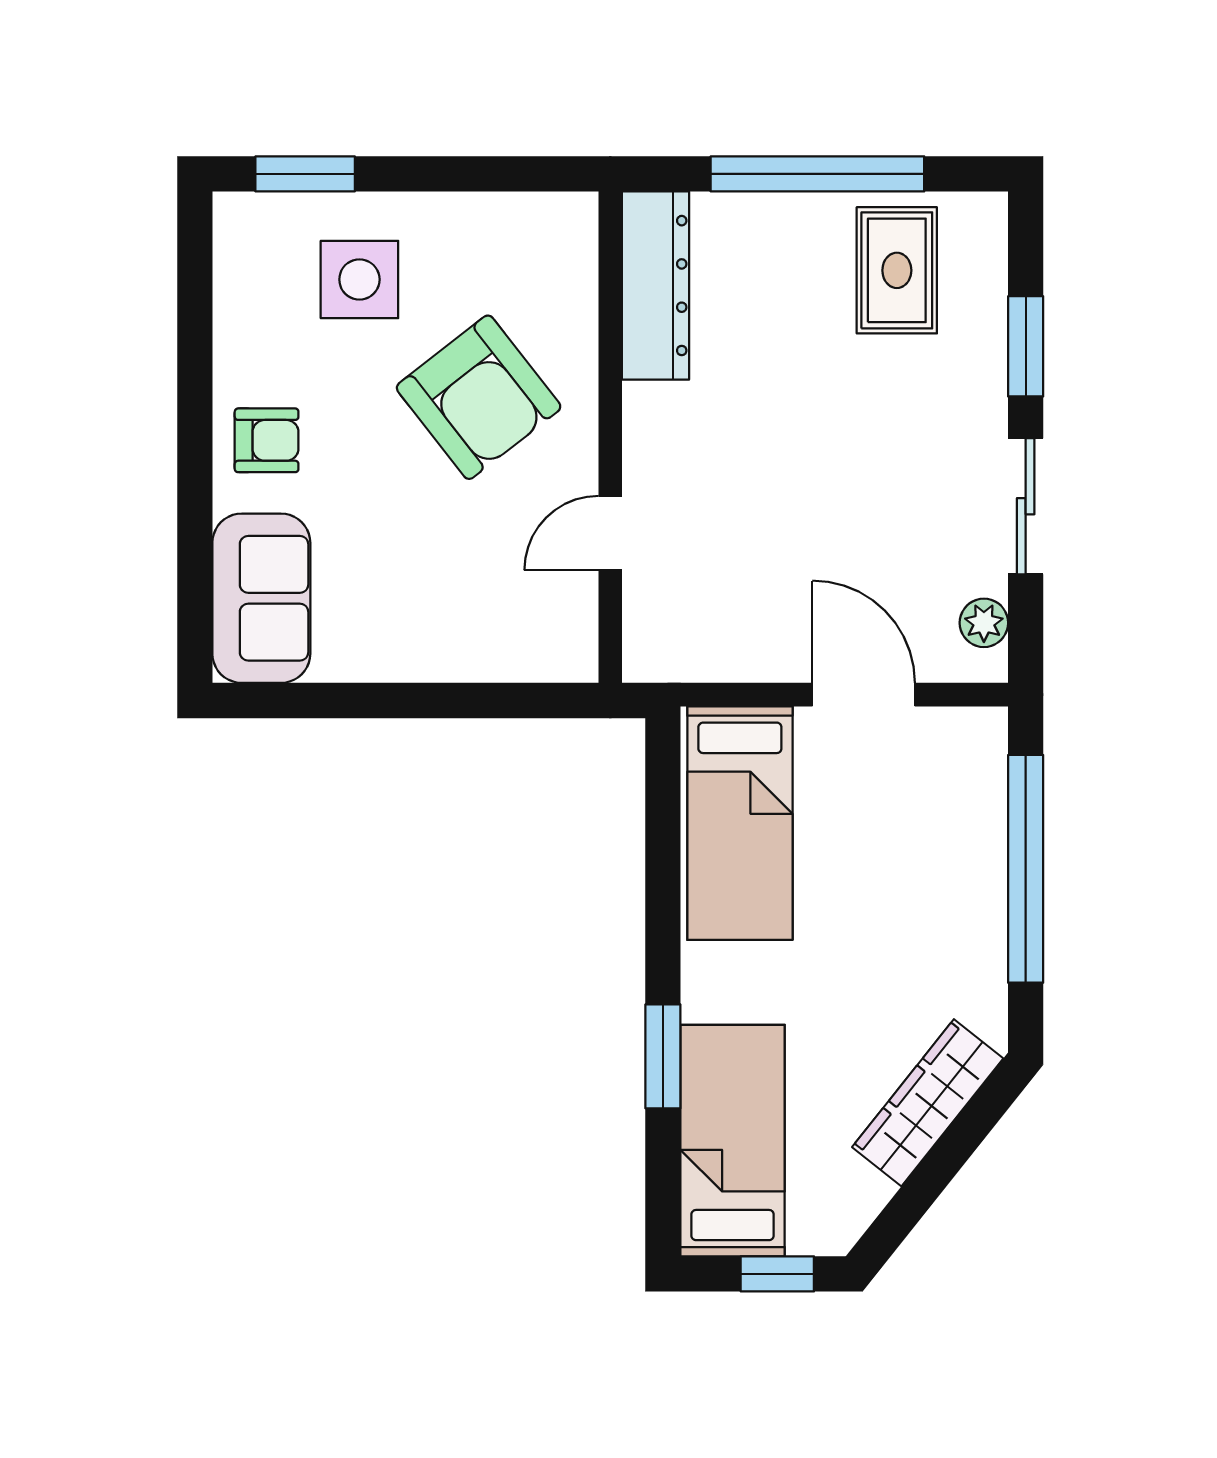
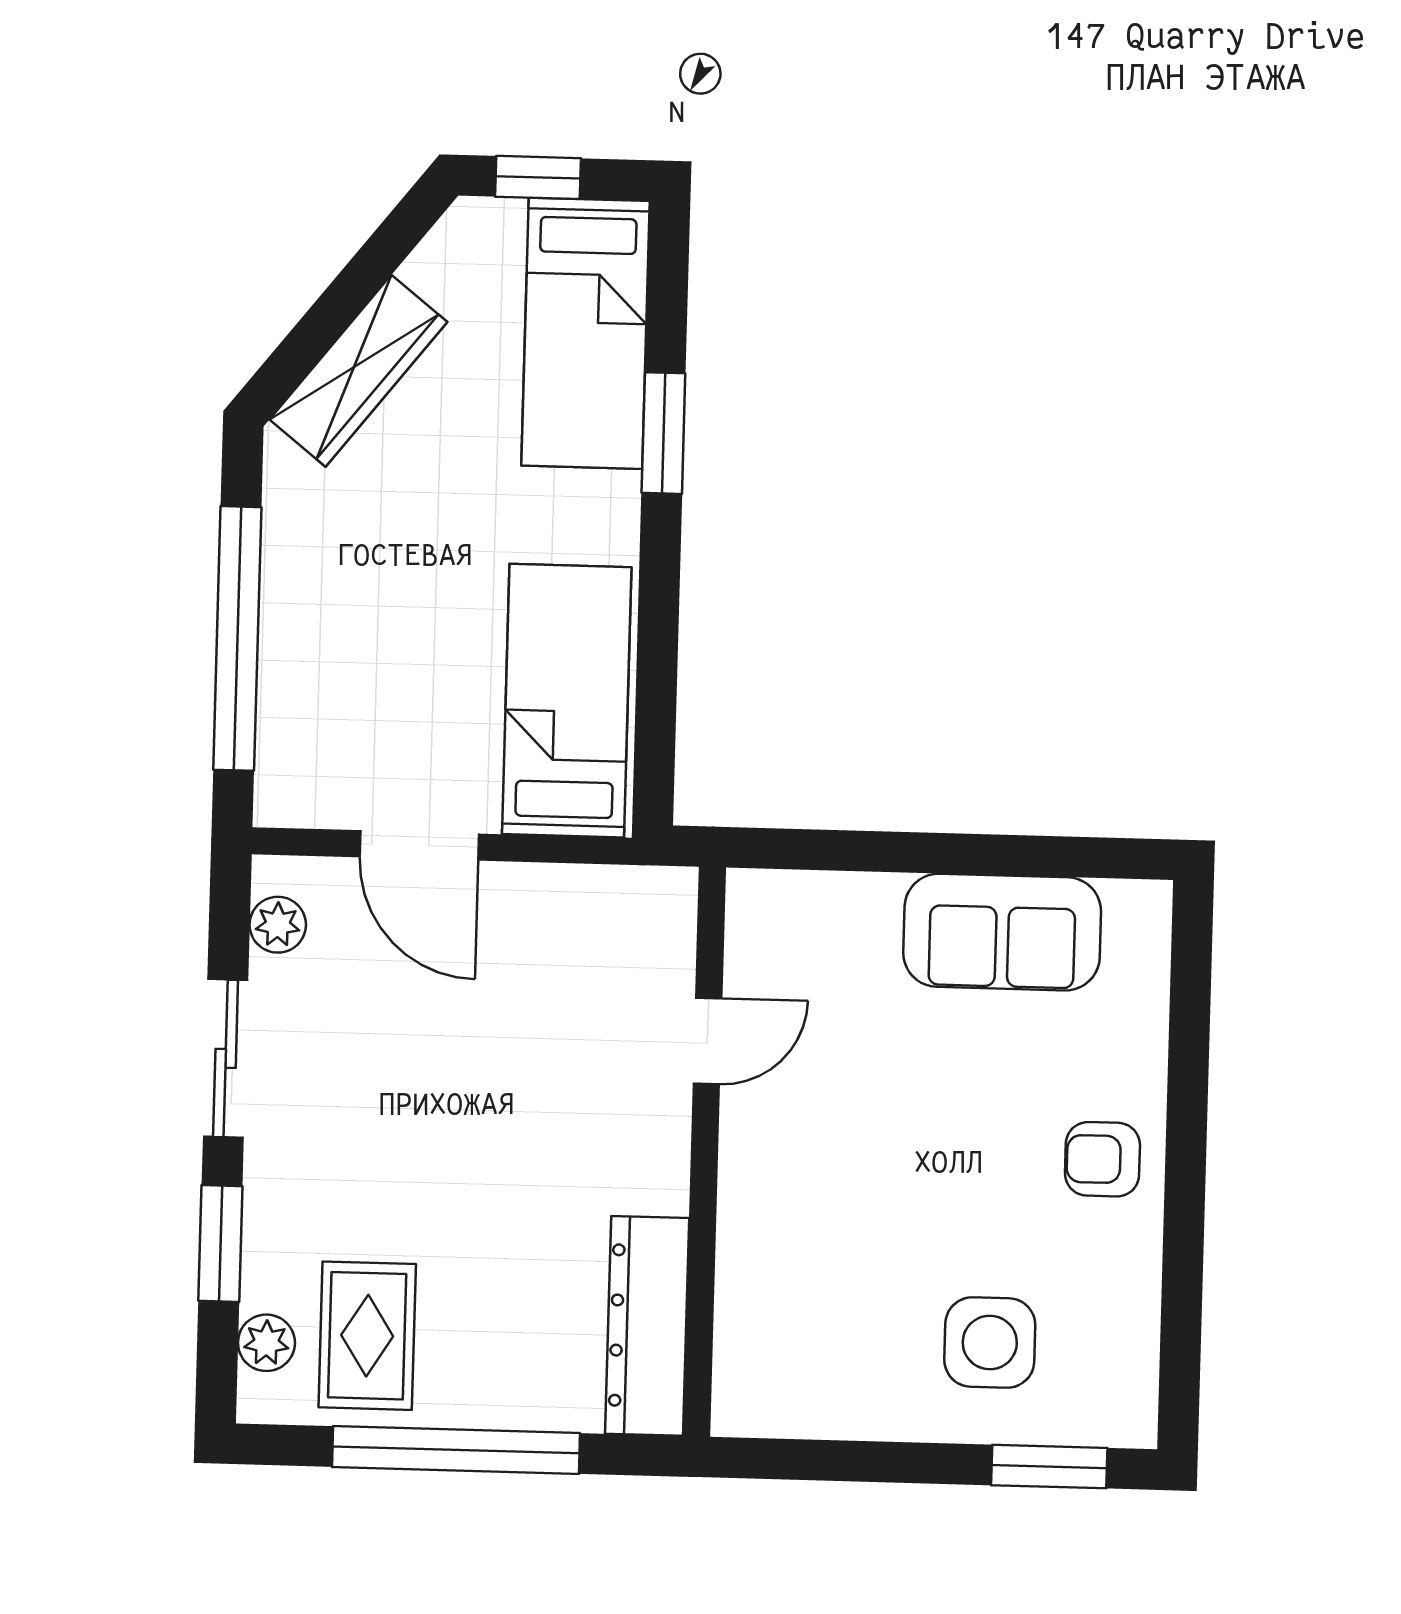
plant: (984, 262) -> (266, 1343), added
armchair: (479, 397) -> (856, 1202), removed
sofa: (261, 598) -> (1002, 932), moved, turned -90

